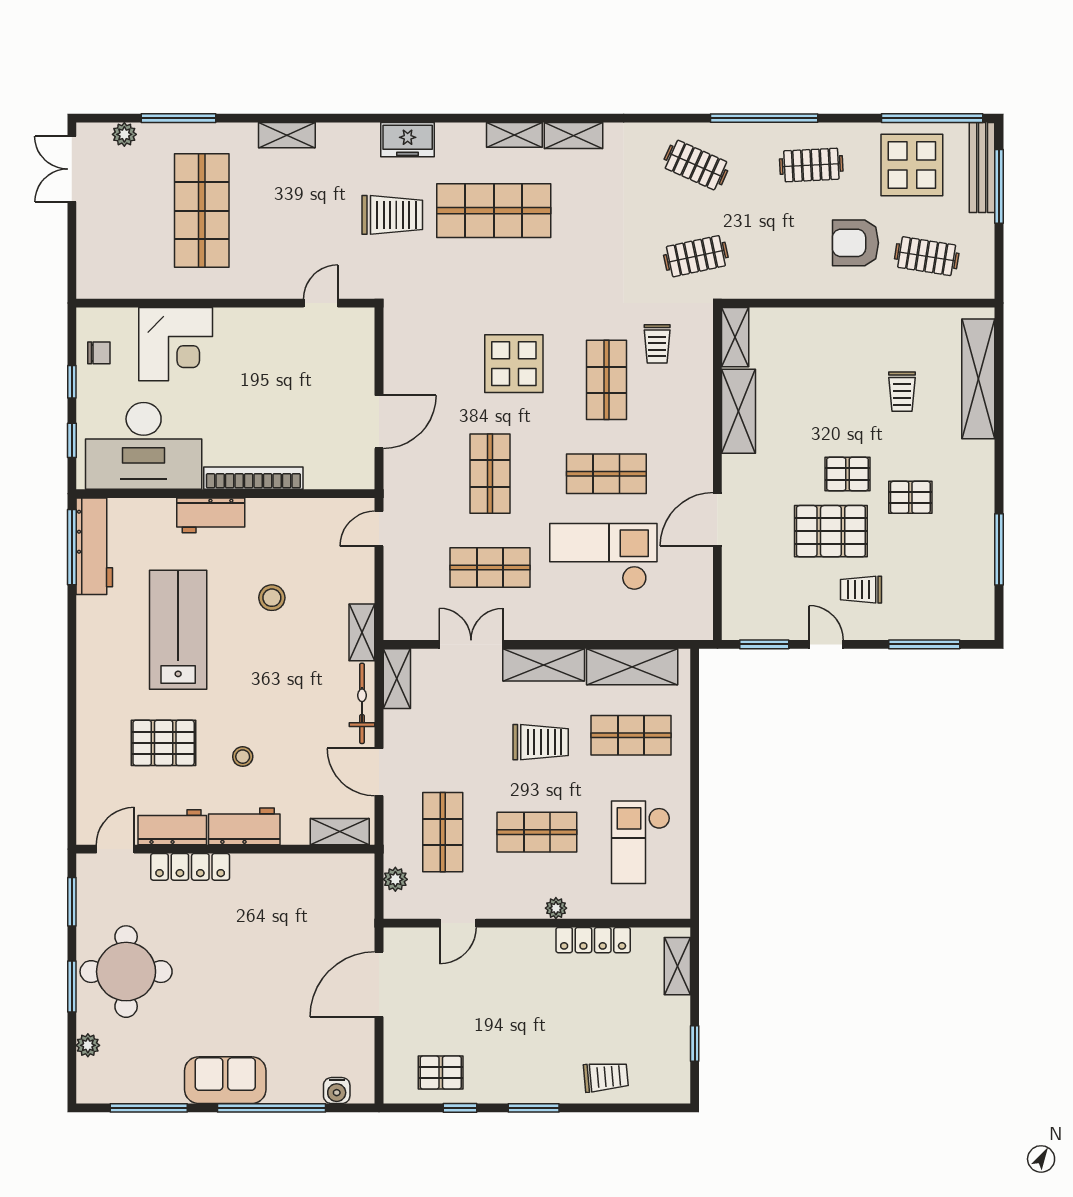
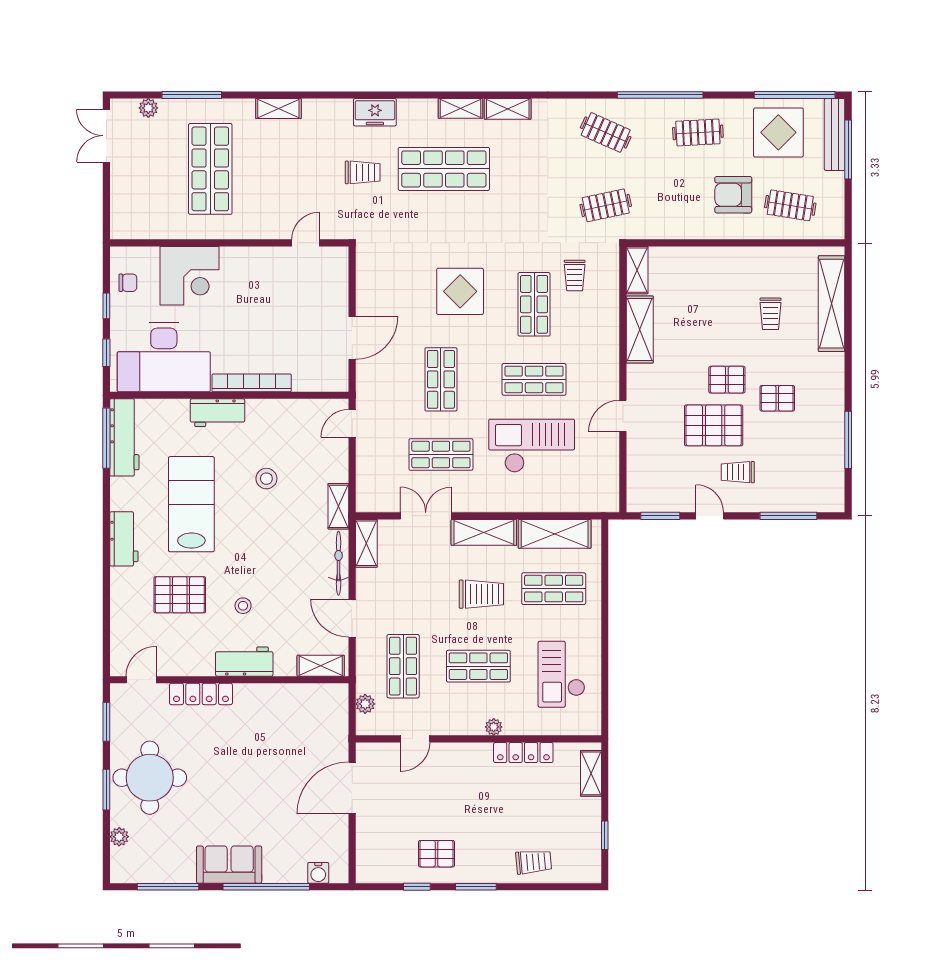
trolley: (392, 215) -> (363, 172), width x0.73, depth x0.72
door: (717, 519) -> (623, 416), width x0.73
workbench: (172, 827) -> (124, 539), moved, turned 90
pallet: (441, 1073) -> (436, 854), moved

